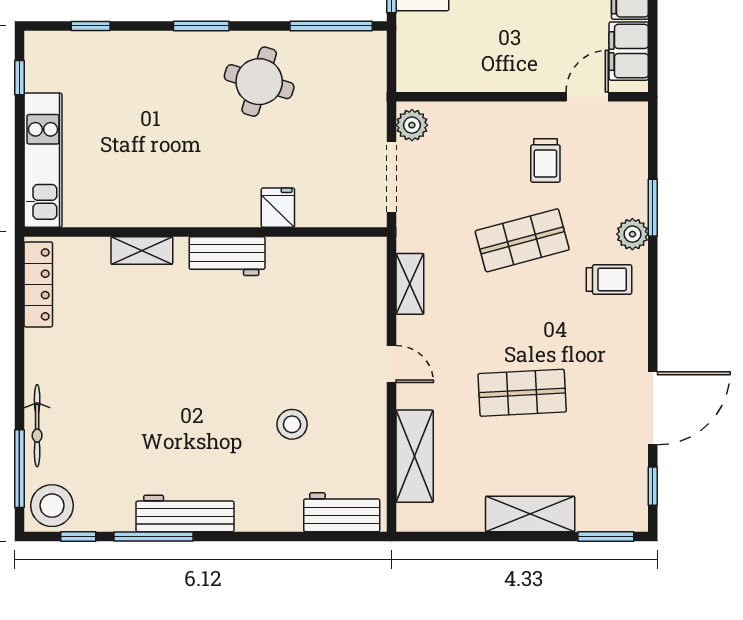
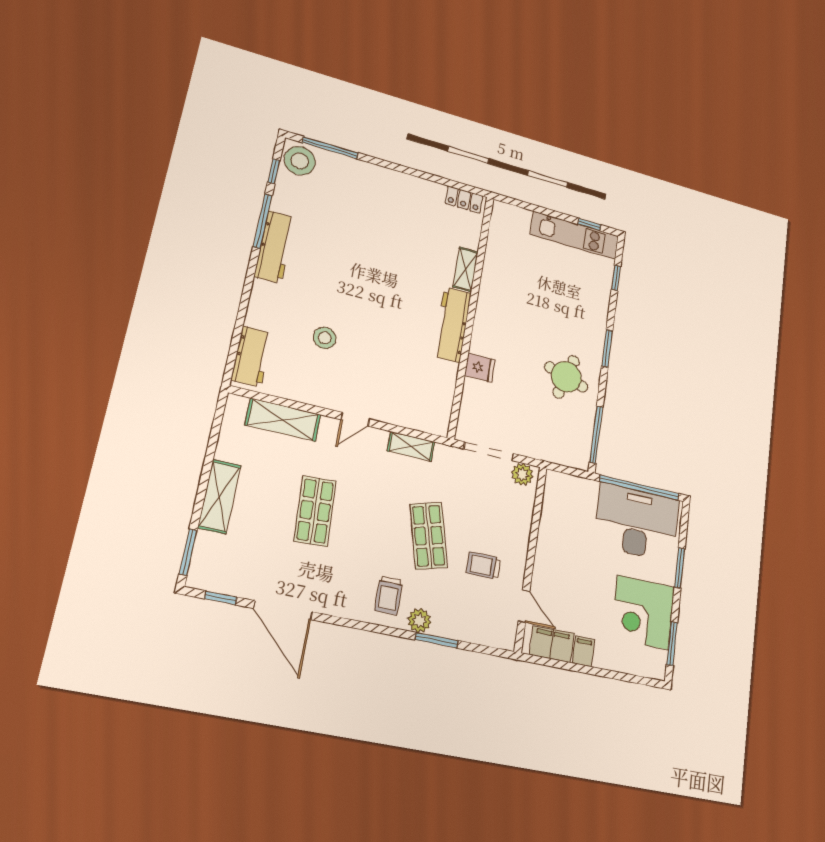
kitchen unit: (43, 160) -> (575, 235), moved
workbench: (227, 256) -> (452, 325), width x1.38
locker: (38, 284) -> (464, 200), width x0.66
bicycle: (37, 426) -> (358, 168), removed

